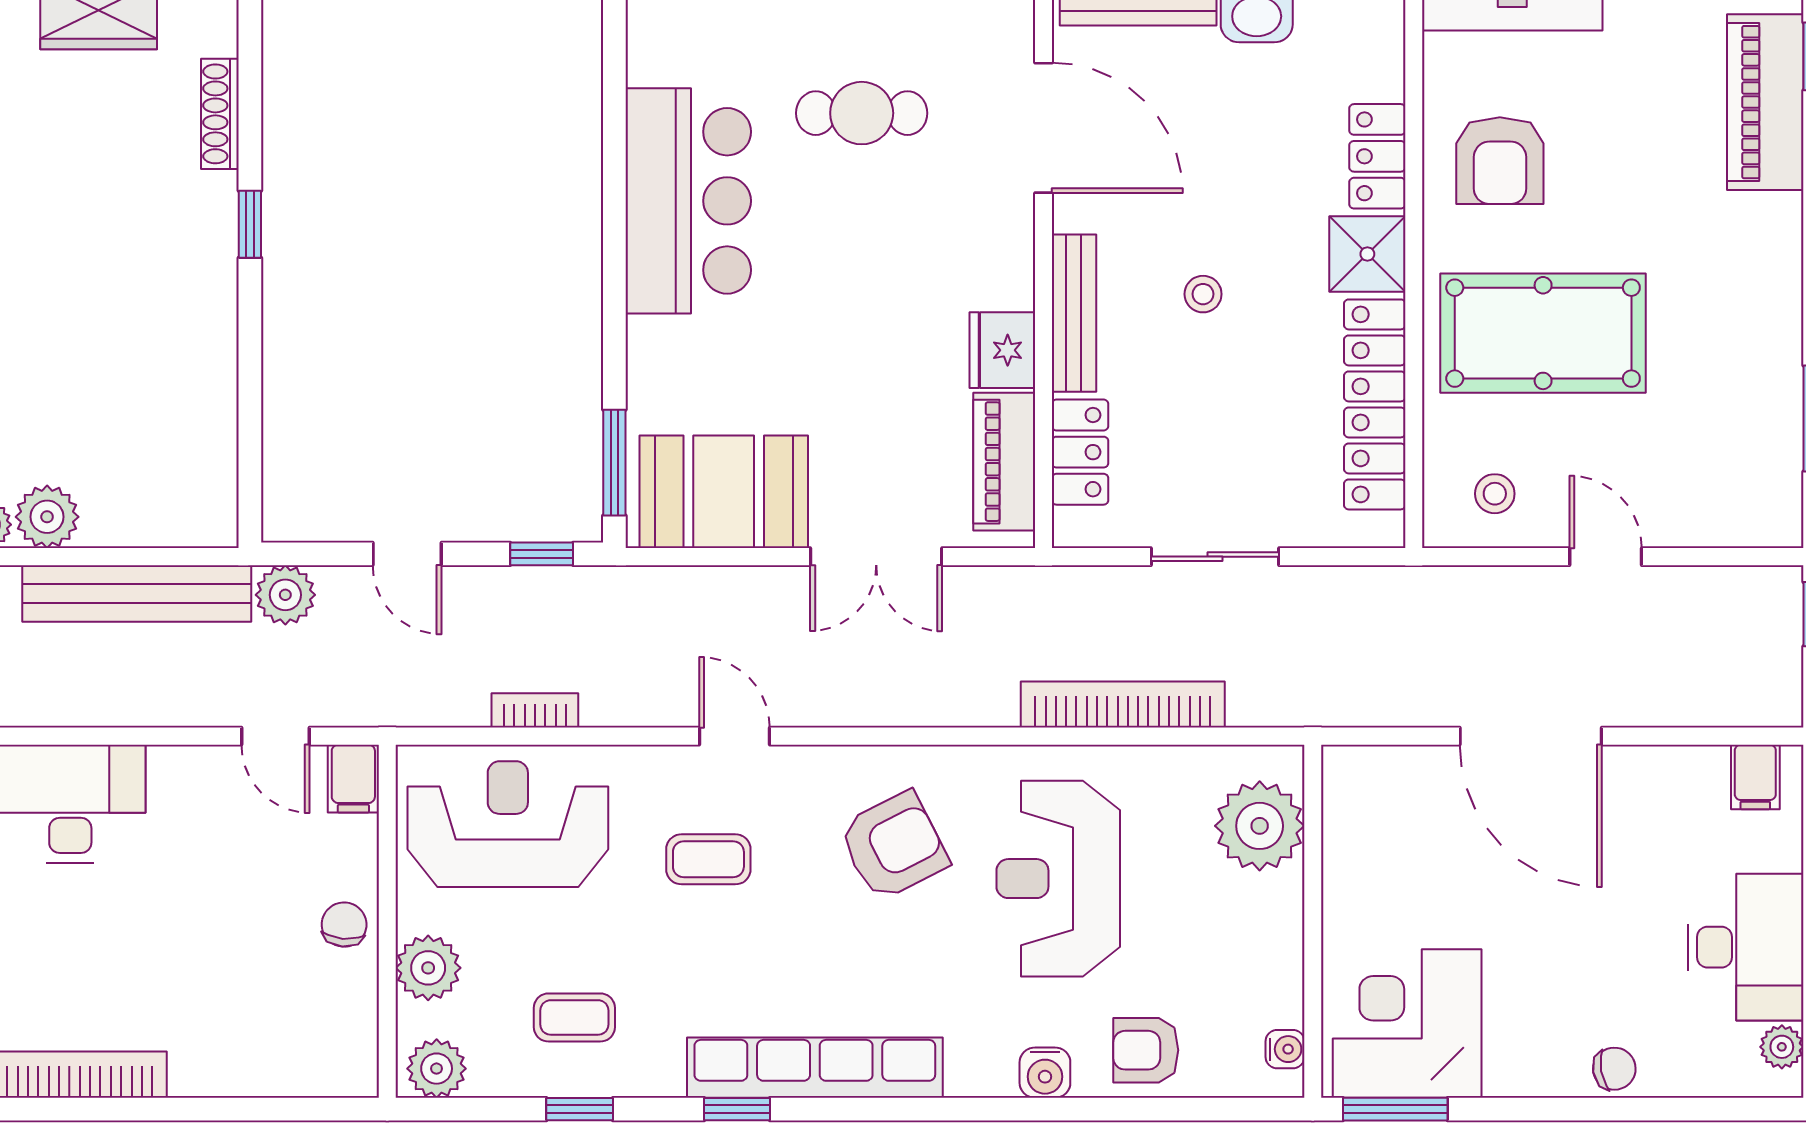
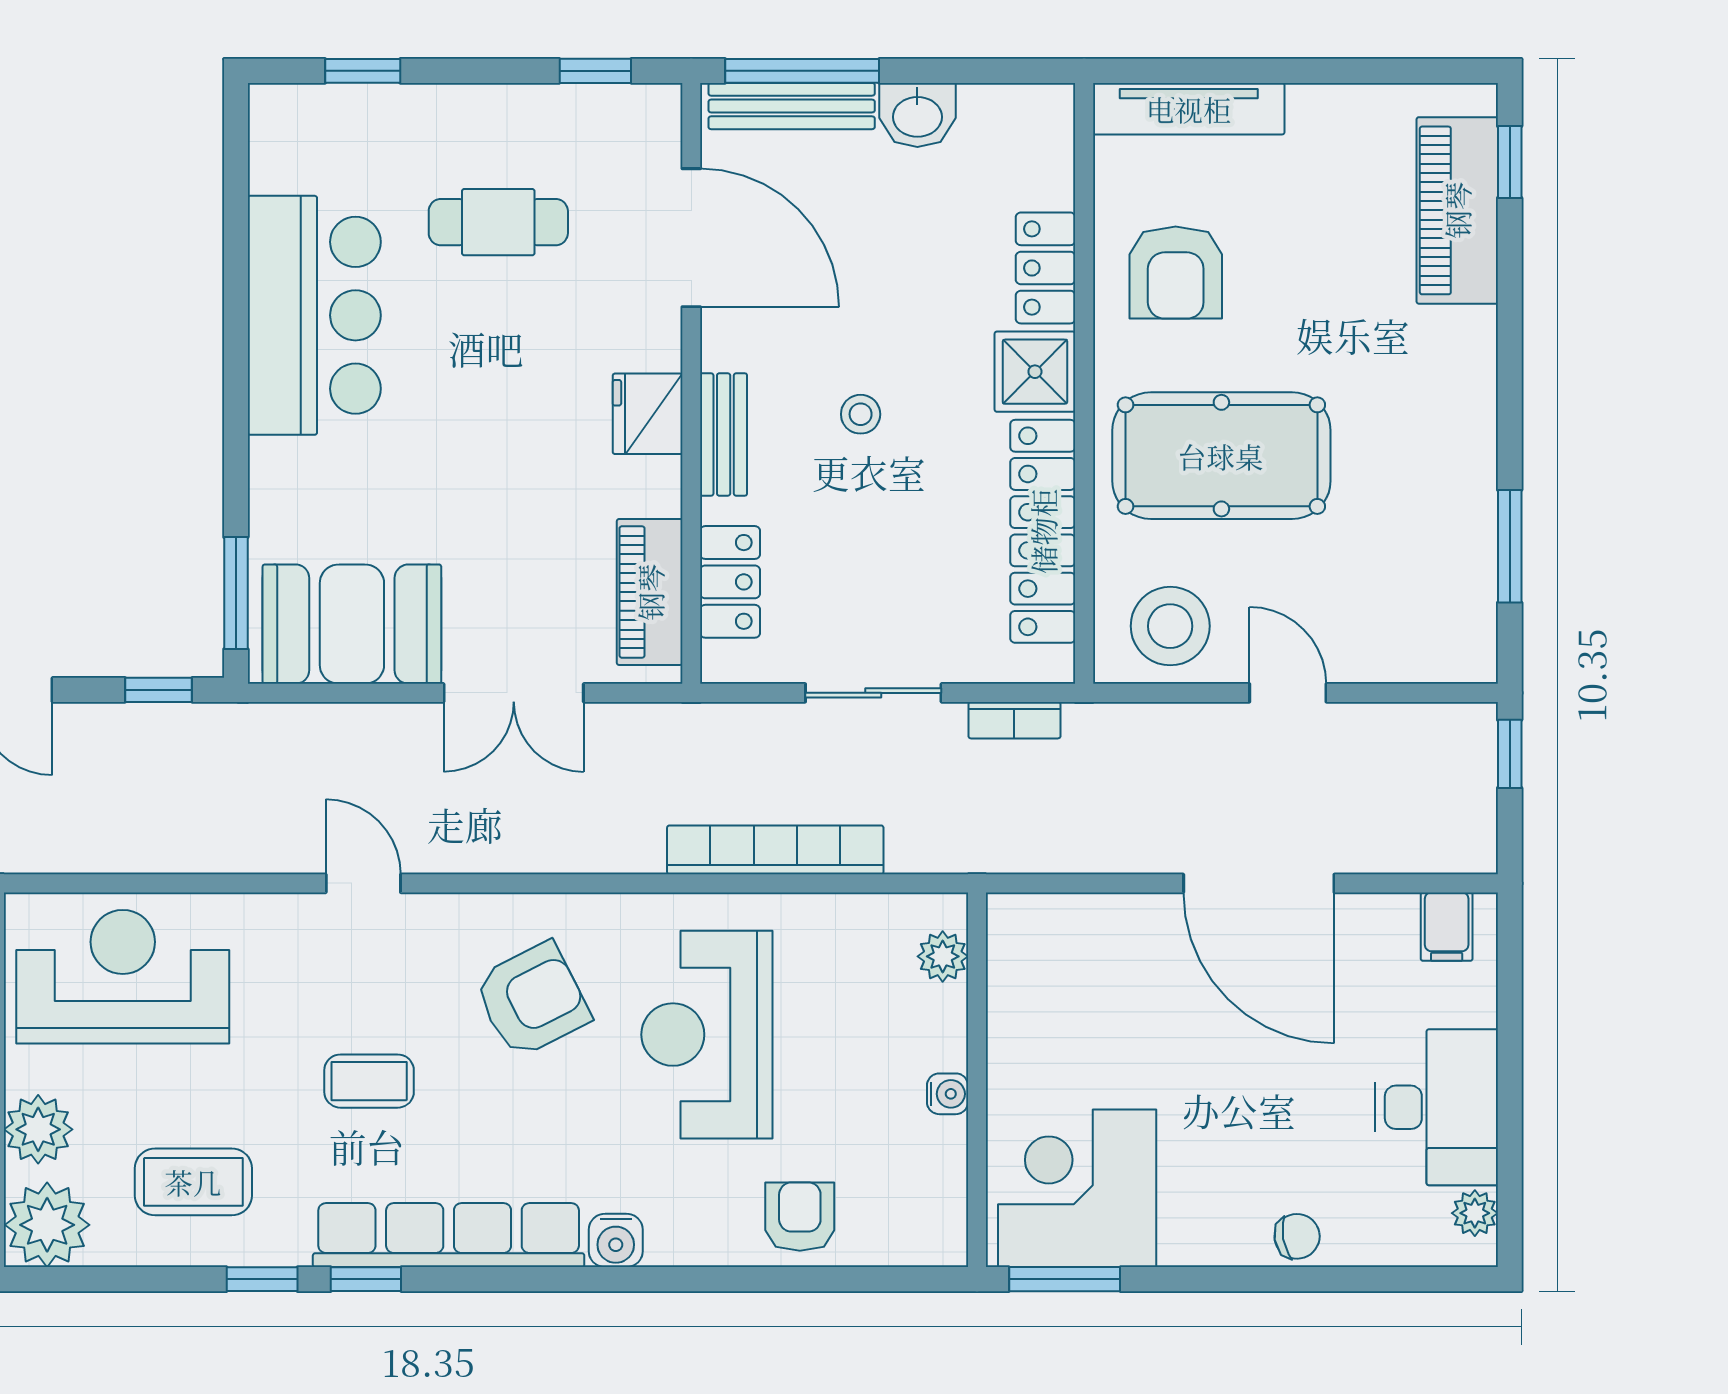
bench: (1074, 313) -> (724, 434), width x0.73
fridge: (1002, 350) -> (648, 414), moved
stool: (1495, 494) -> (1170, 626), width x1.89, depth x1.89
bookcase: (535, 710) -> (1014, 720), moved, turned 180
door: (1531, 736) -> (1259, 883), moved
plant: (1260, 826) -> (943, 956), width x0.53, depth x0.53
coffee table: (708, 859) -> (369, 1081), moved
coffee table: (574, 1017) -> (193, 1182), width x1.36, depth x1.30
water cooler: (1285, 1049) -> (948, 1094), moved
armchair: (1146, 1050) -> (800, 1217), turned 90
plant: (437, 1069) -> (47, 1225), width x1.36, depth x1.36
water cooler: (1045, 1073) -> (616, 1240), moved
window: (580, 1109) -> (262, 1279), moved

